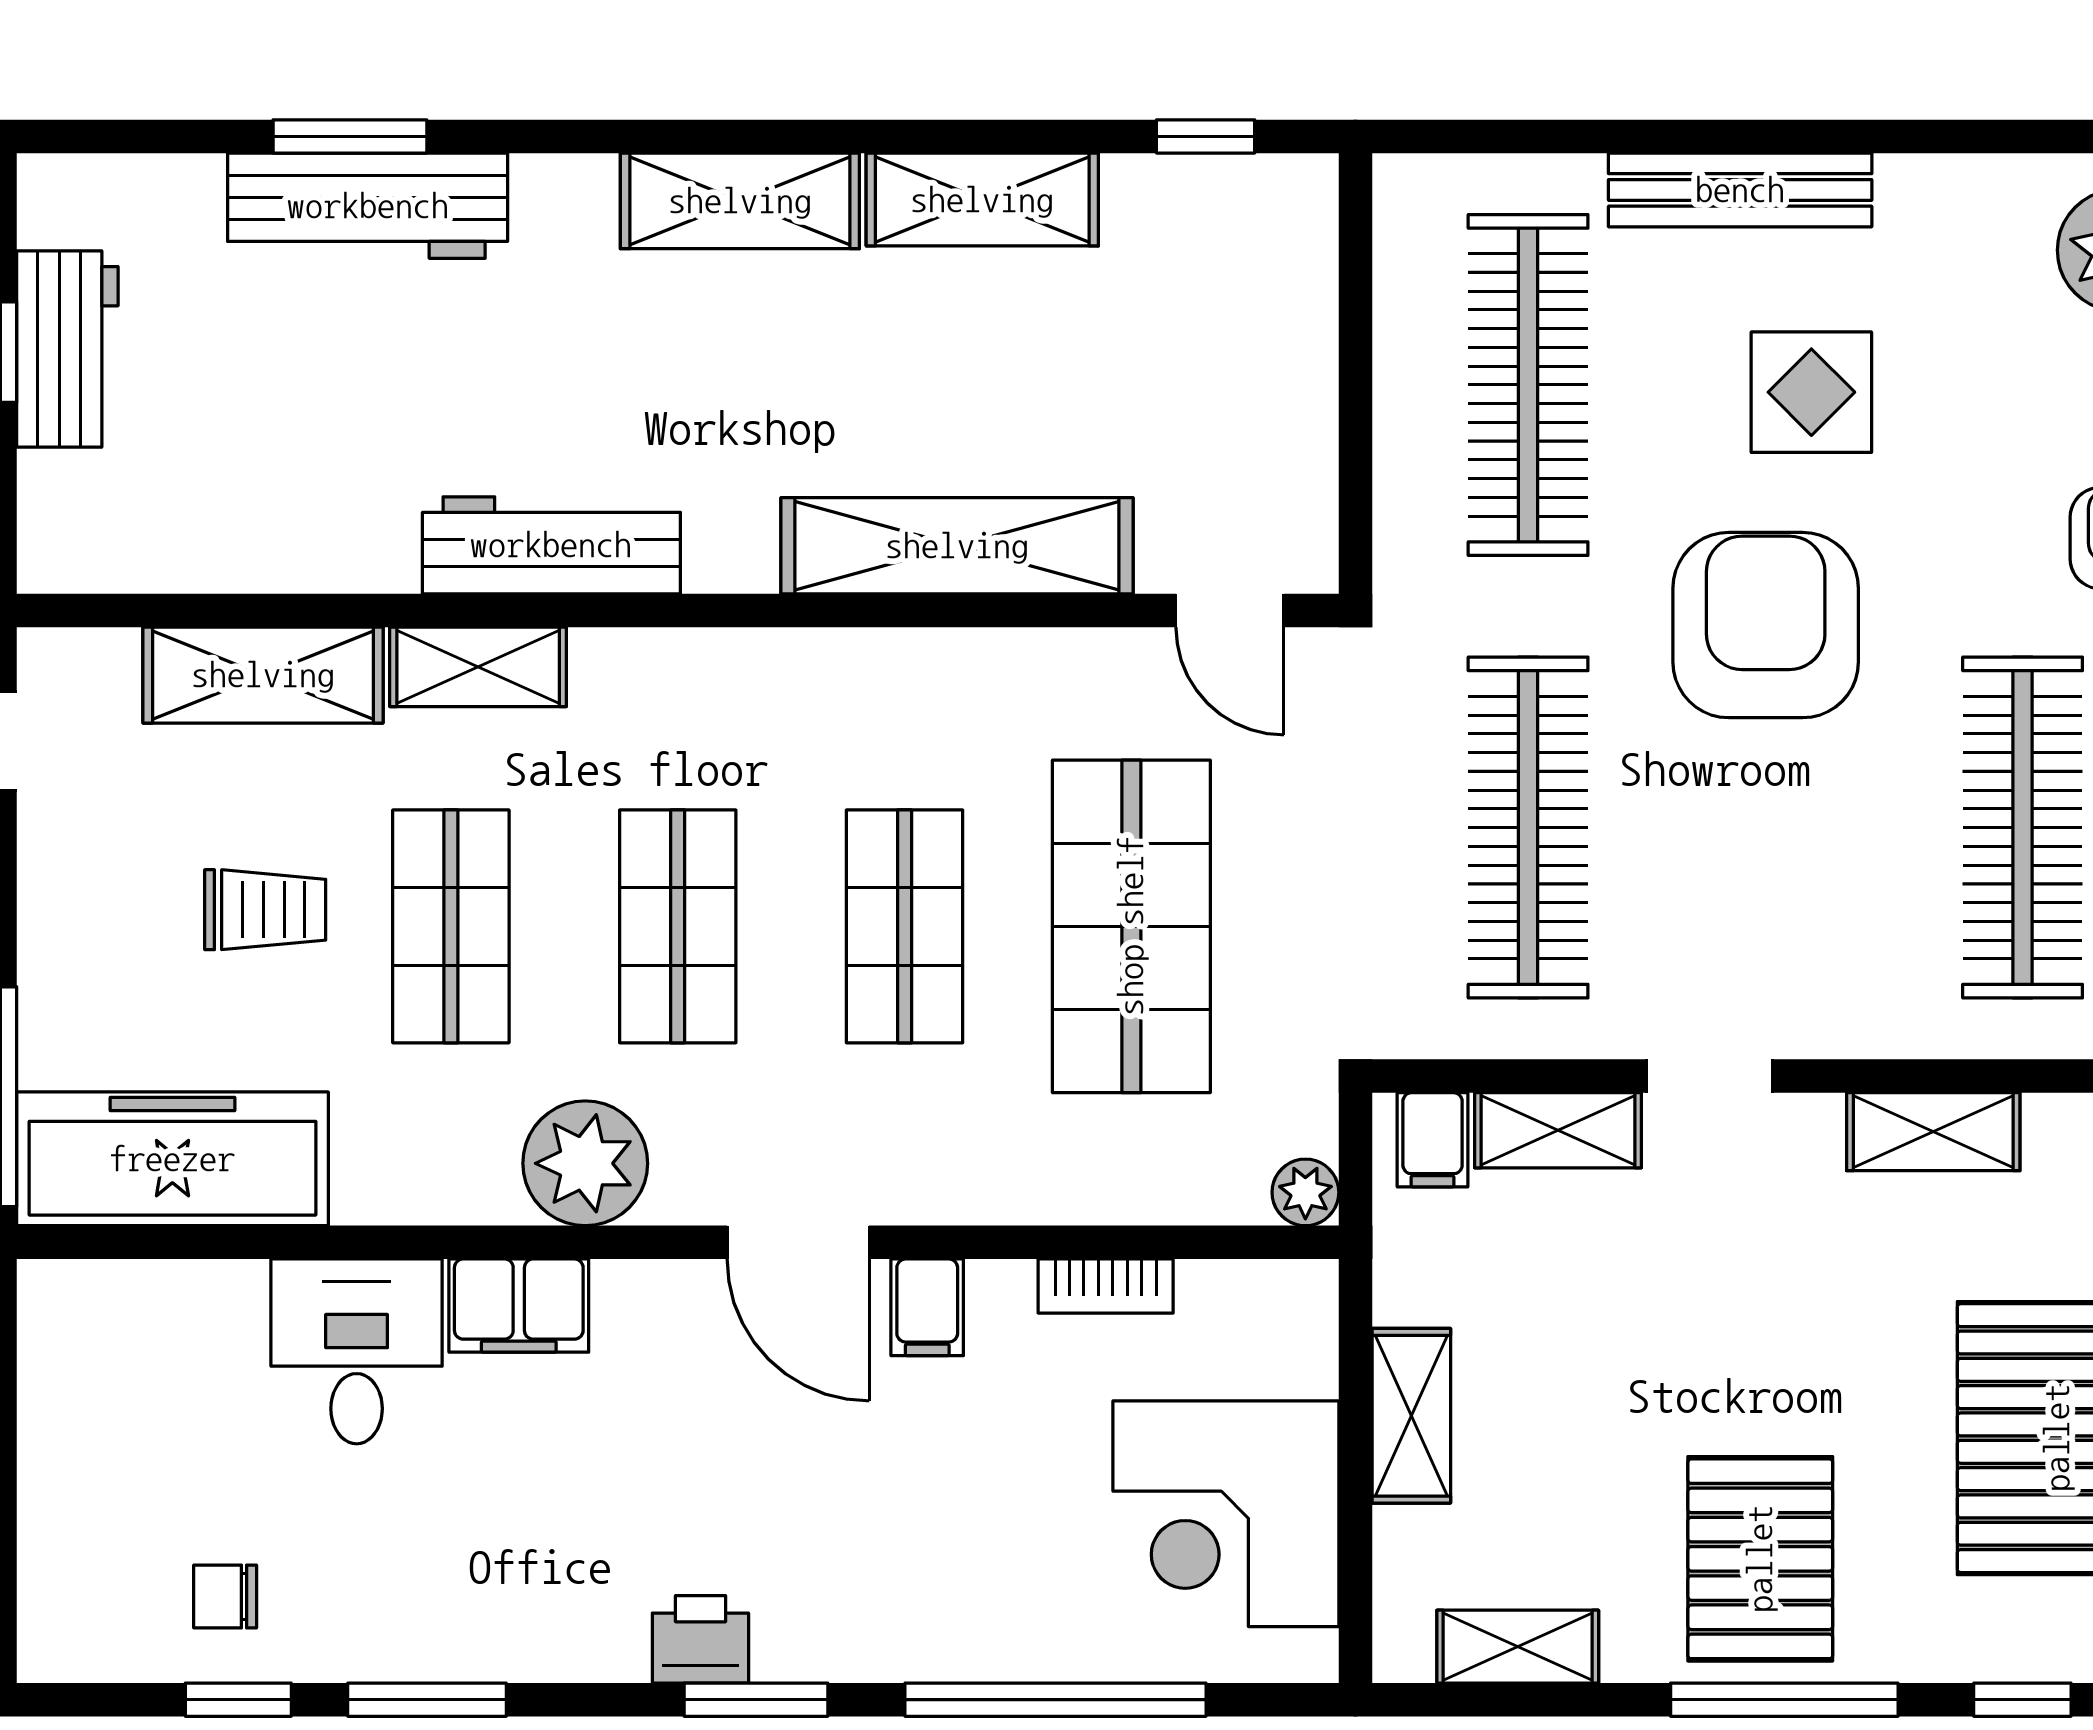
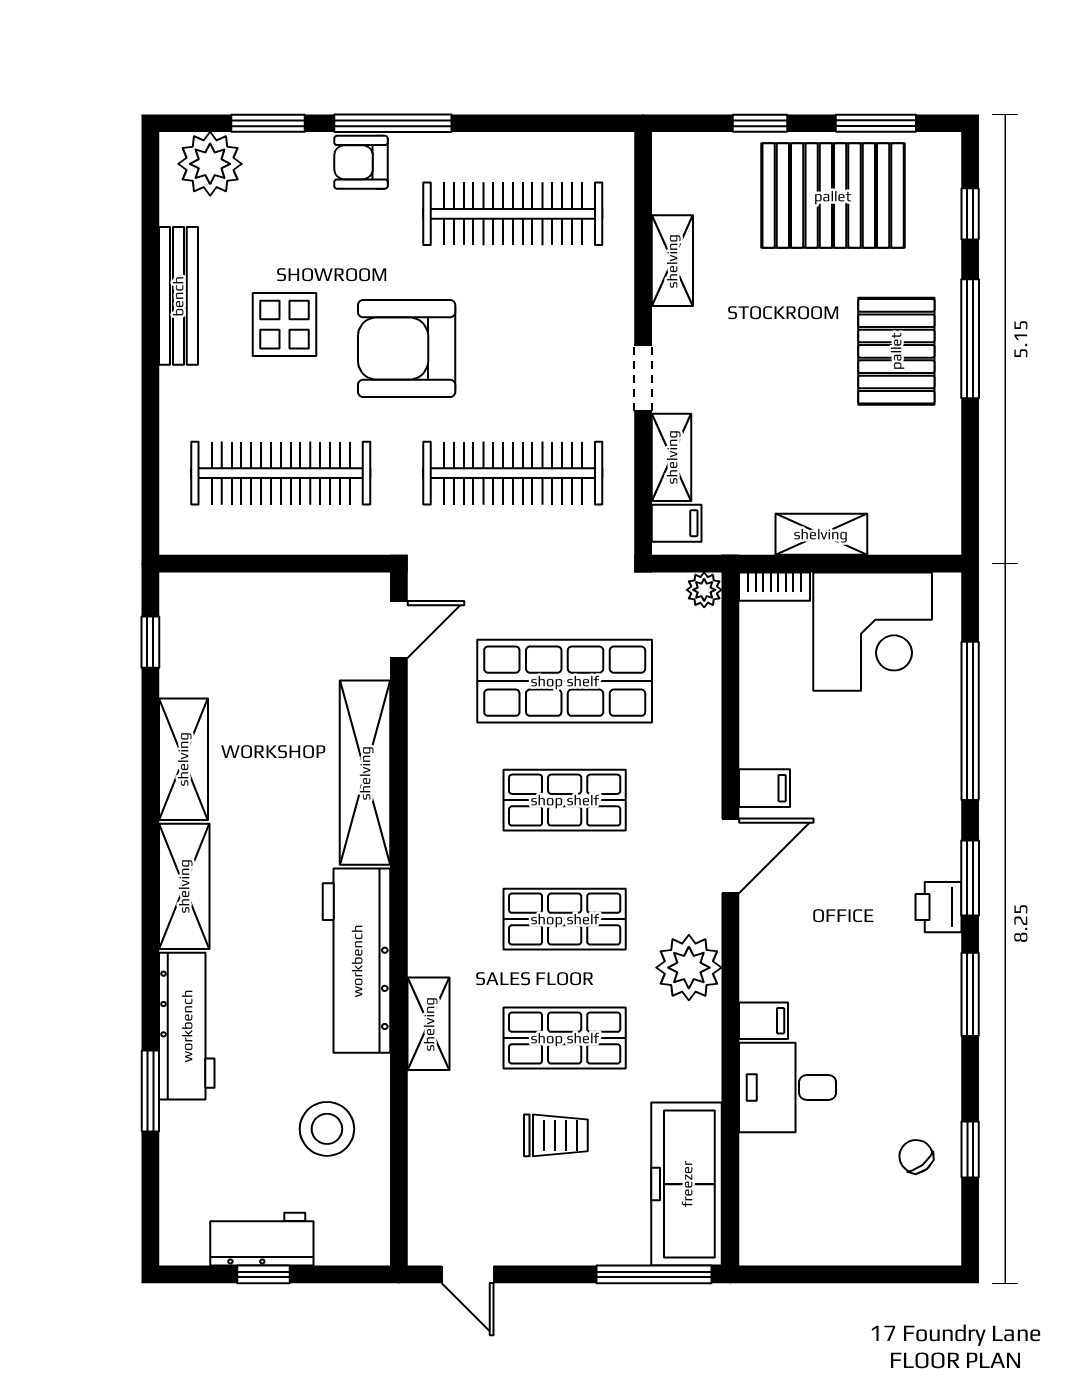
bench: (1740, 190) -> (178, 296), moved
workbench: (368, 206) -> (187, 1026), moved
stool: (278, 473) -> (327, 1129), added
workbench: (551, 545) -> (357, 961), width x1.36, depth x1.32
shelving: (263, 675) -> (433, 1137), removed
trolley: (265, 910) -> (556, 1135), turned 90
bookcase: (1106, 1286) -> (775, 587), moved, turned 90
filing cabinet: (519, 1306) -> (764, 1021), width x0.50
pallet: (1760, 1559) -> (896, 351), turned 90
chair: (225, 1597) -> (916, 1156), turned 142
shelving: (1518, 1647) -> (942, 479), removed
window: (427, 1700) -> (970, 994), moved

